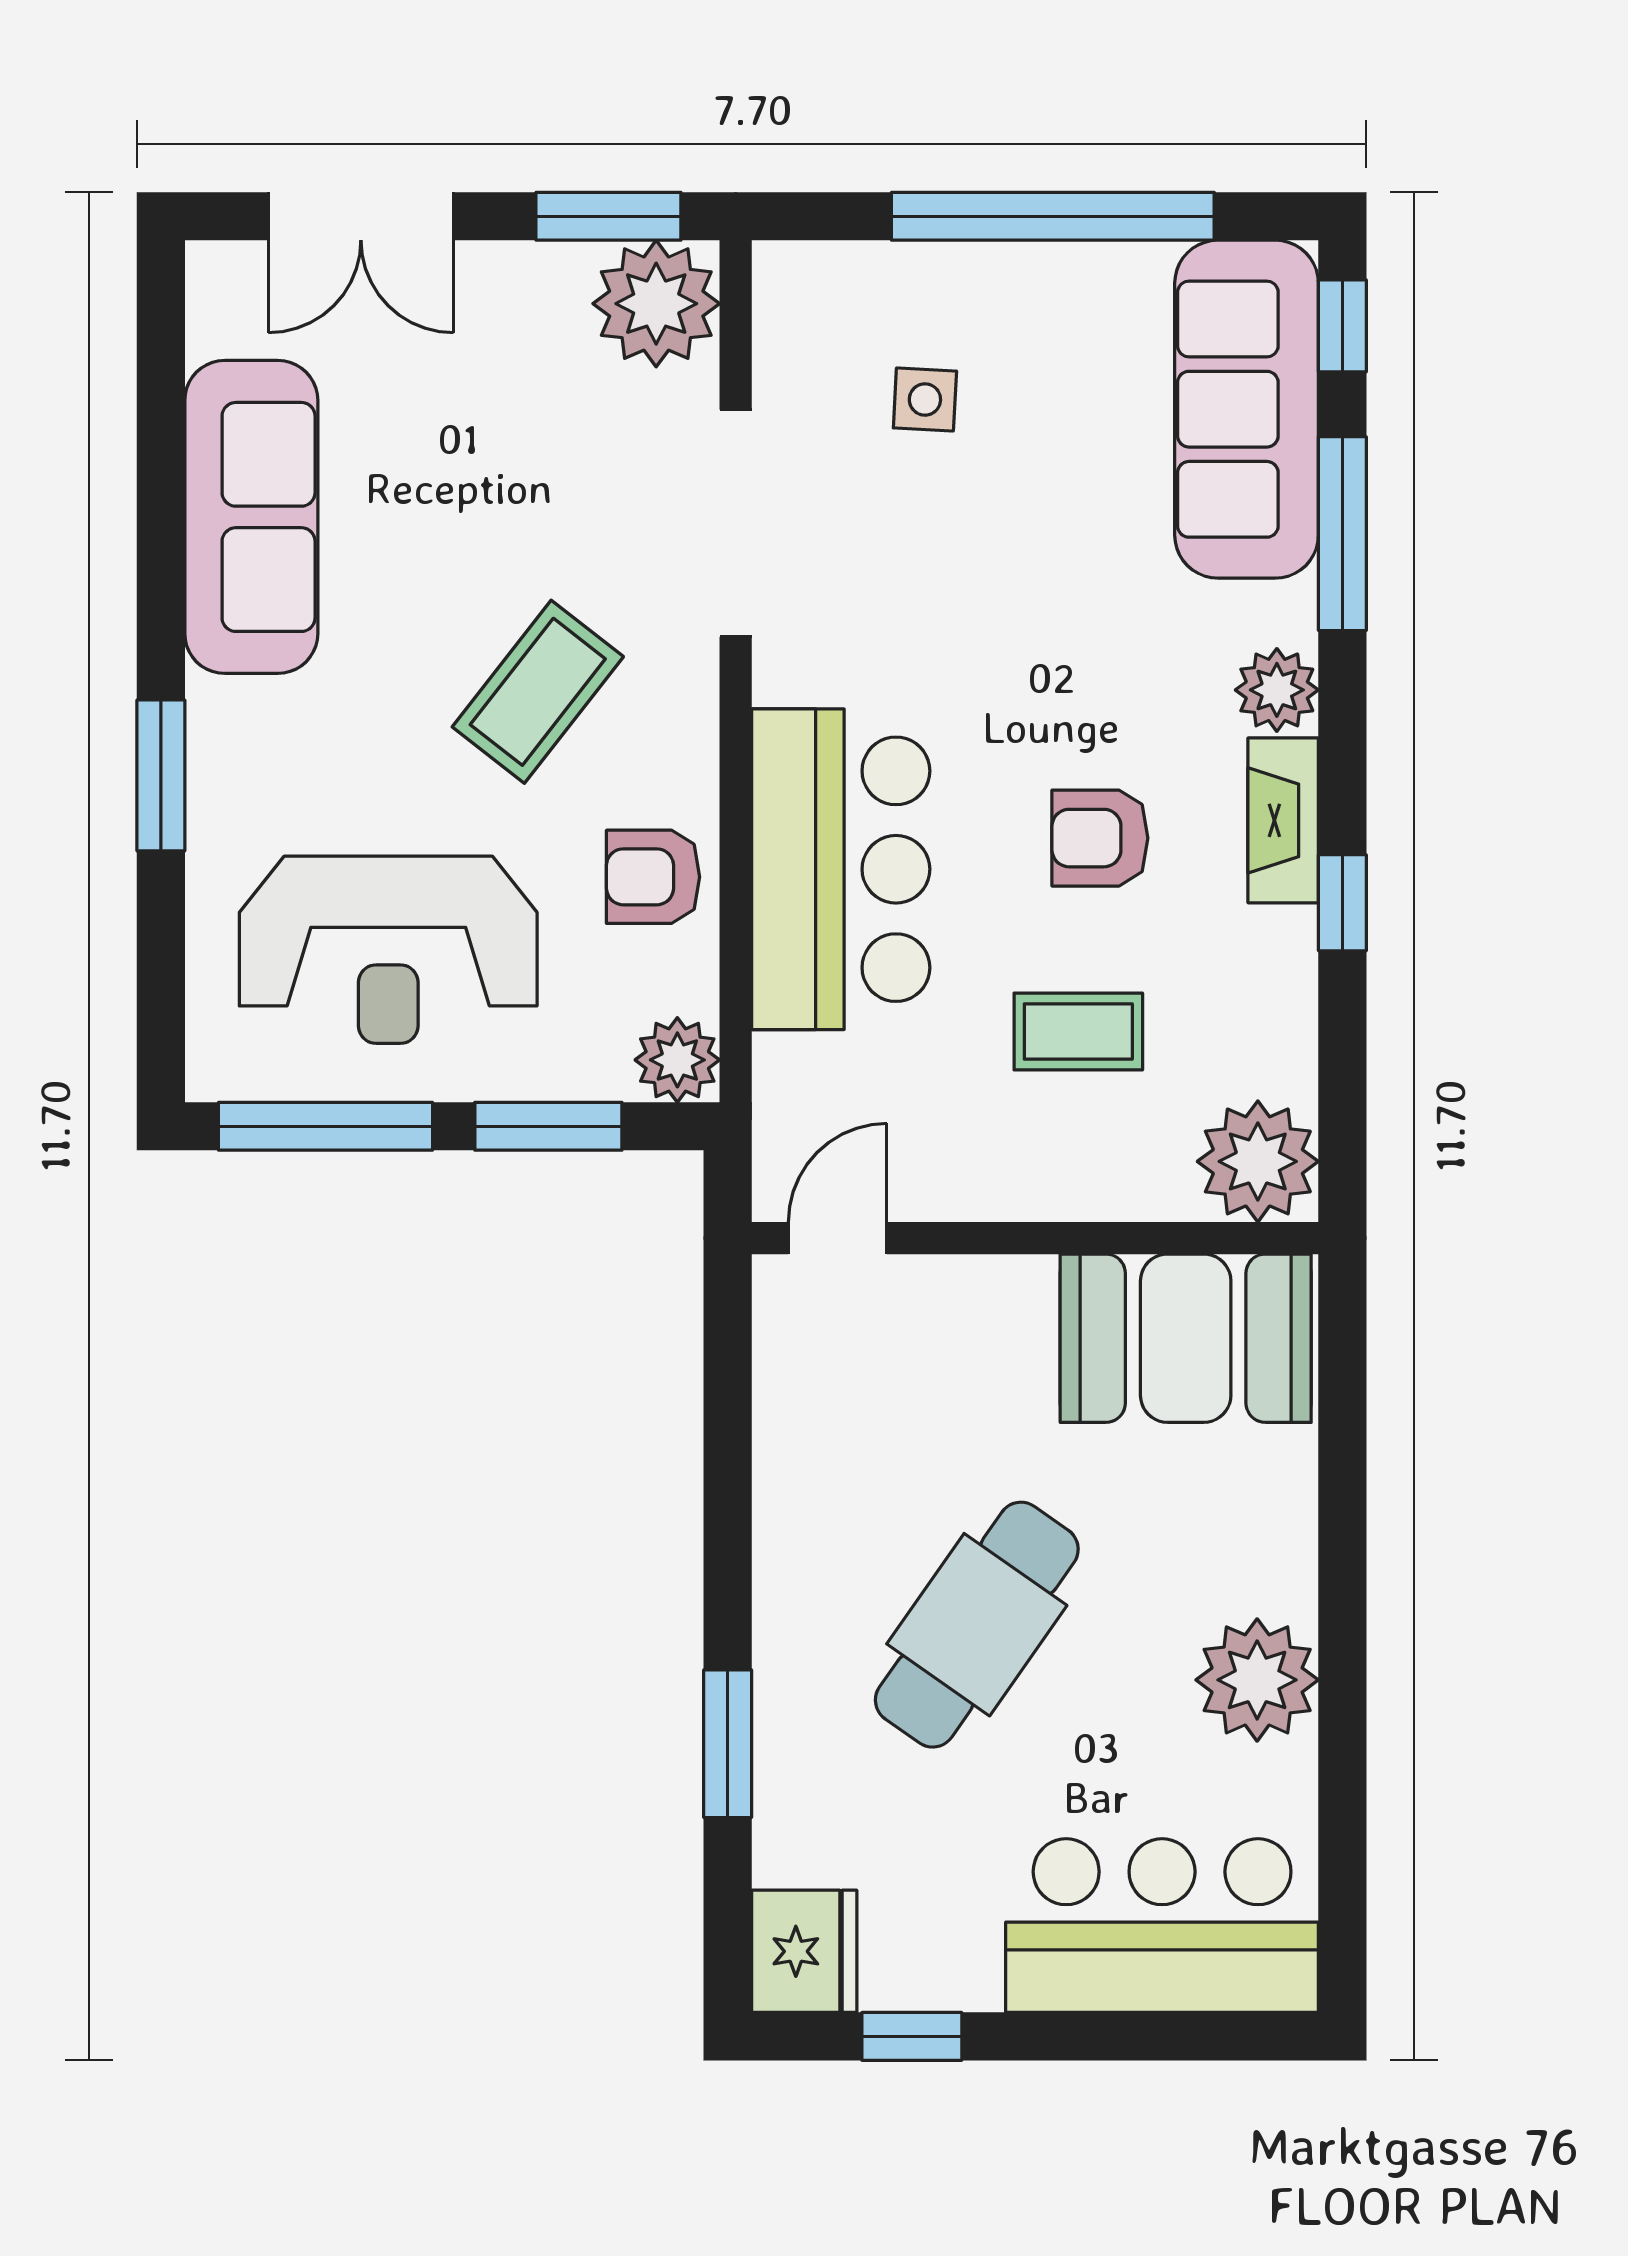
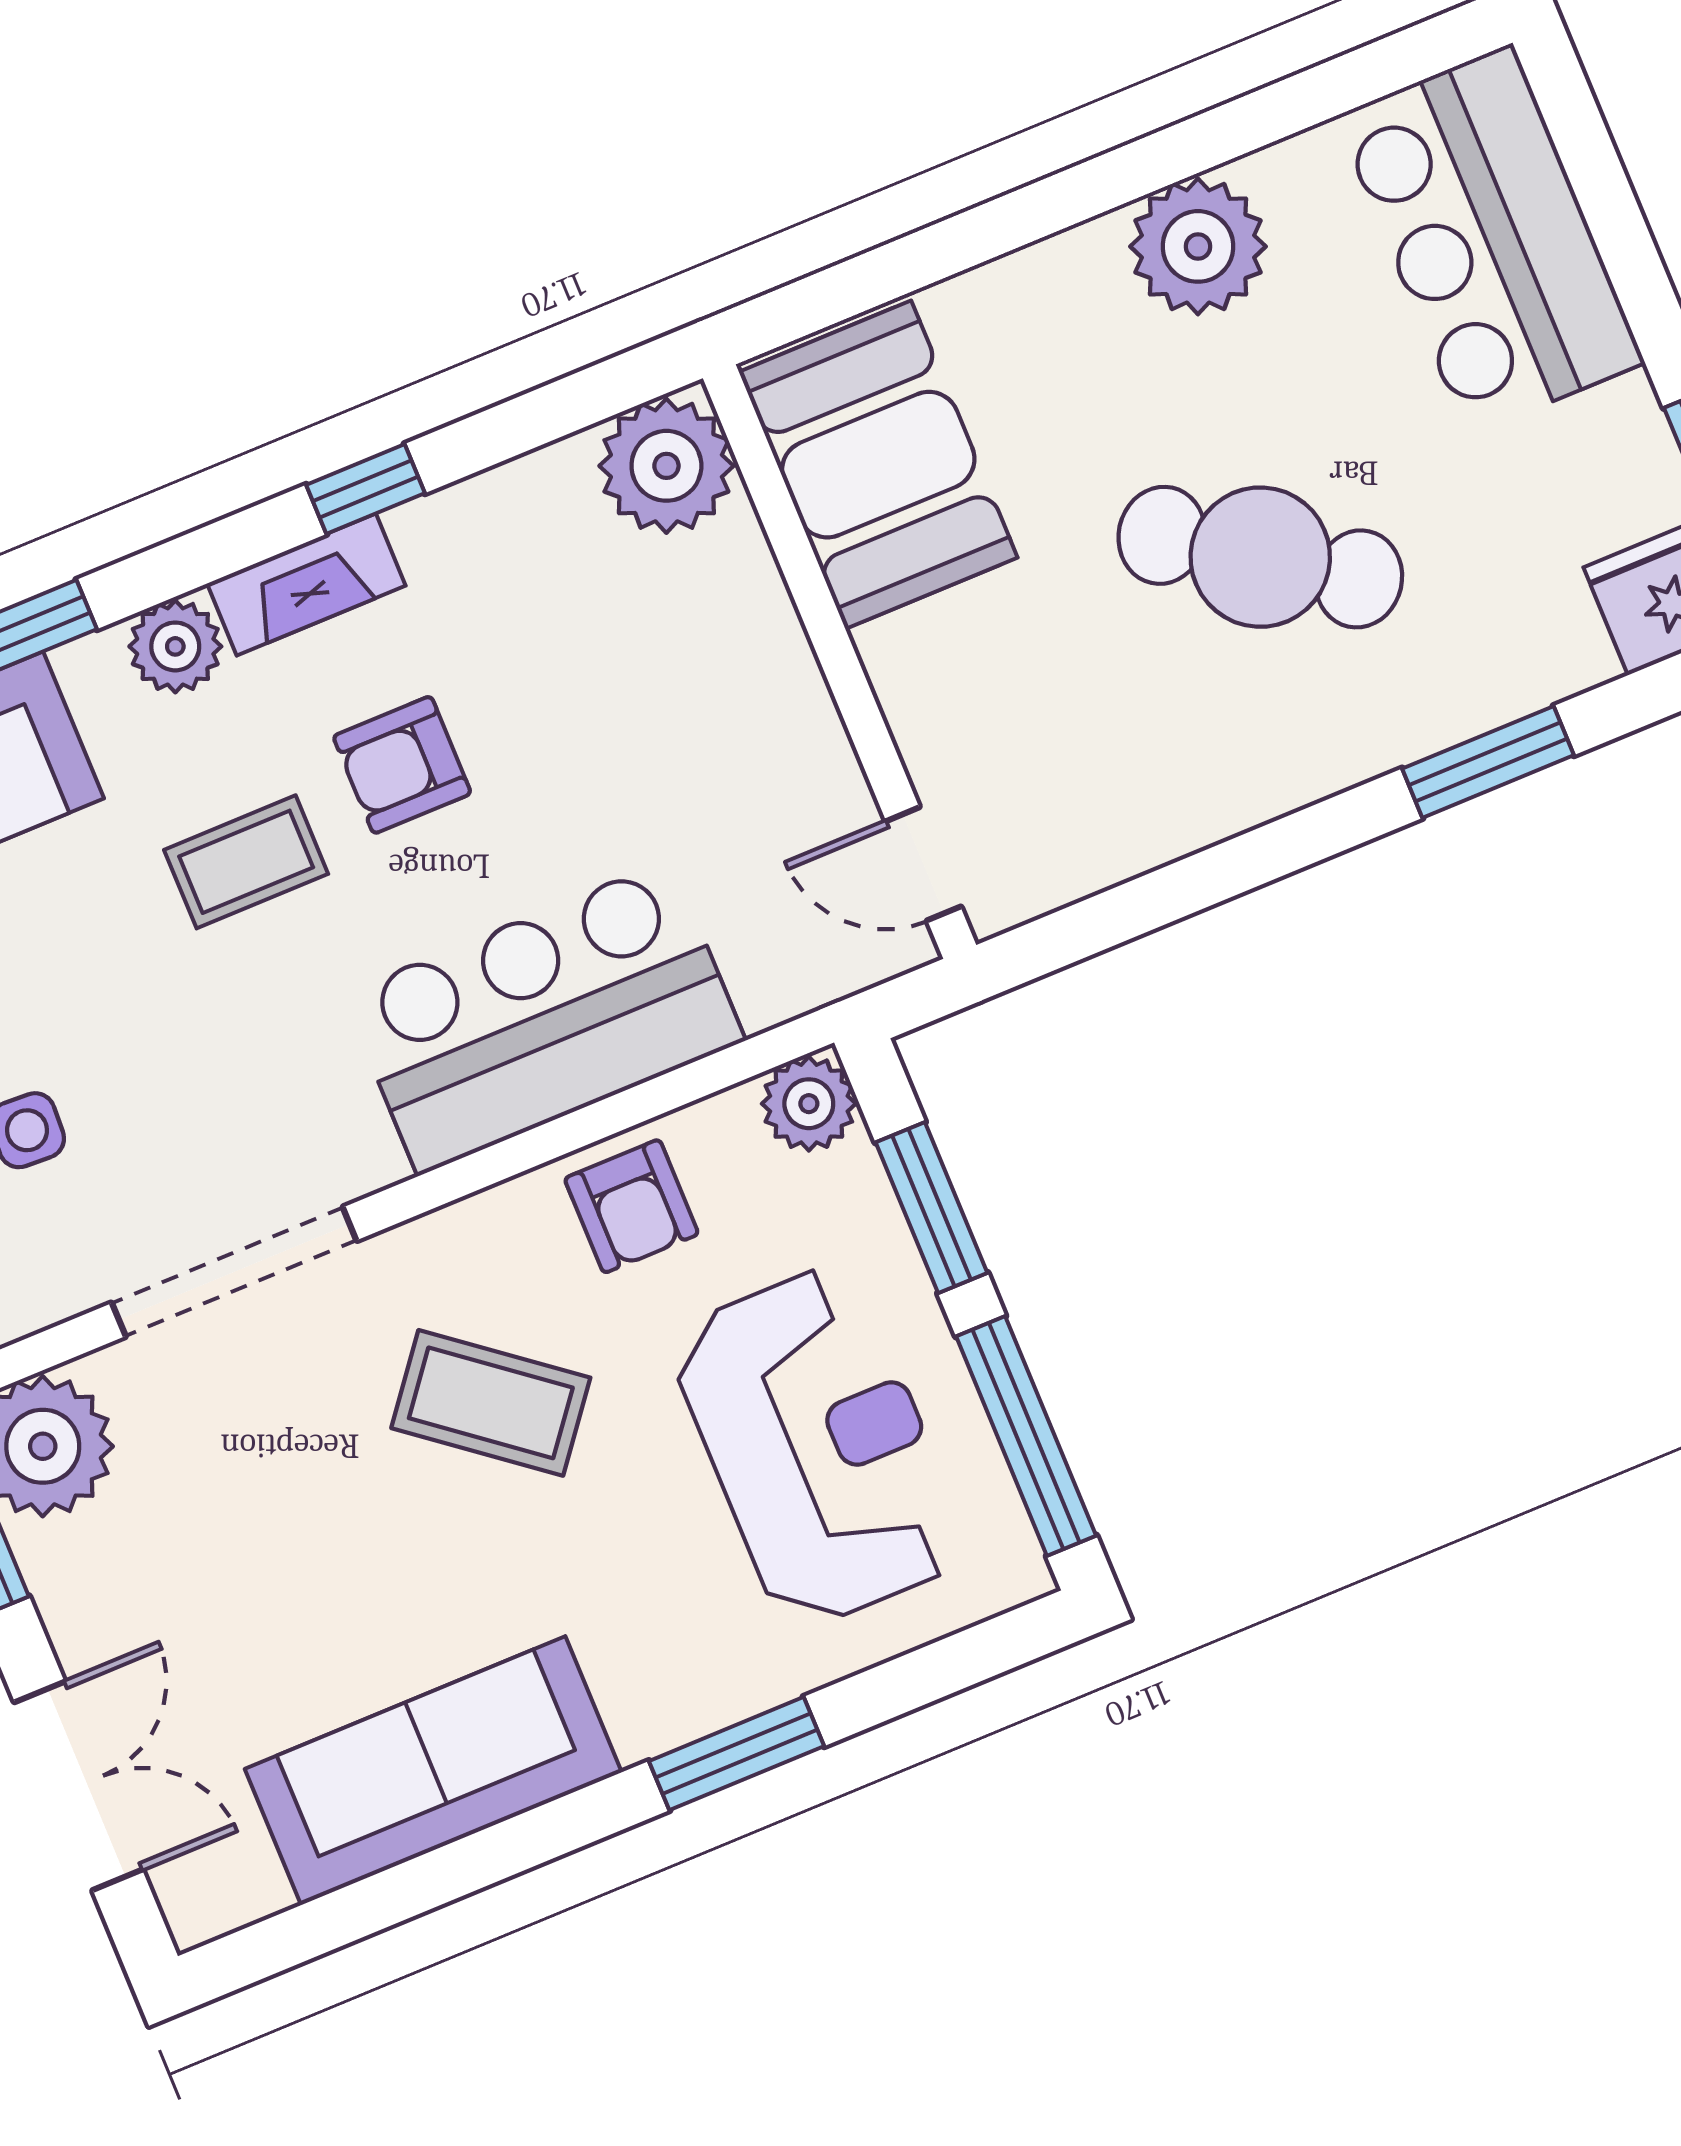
armchair: (1100, 838) -> (402, 765), turned 90
coffee table: (1078, 1031) -> (246, 862), moved, turned 90

